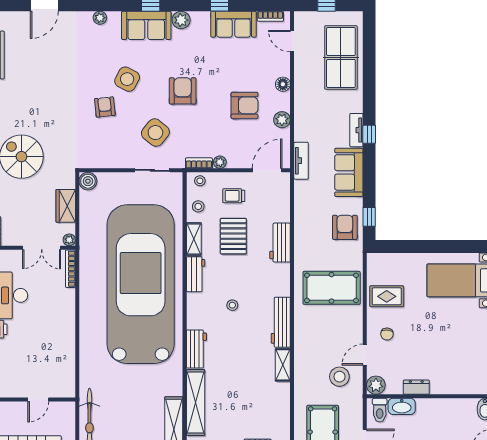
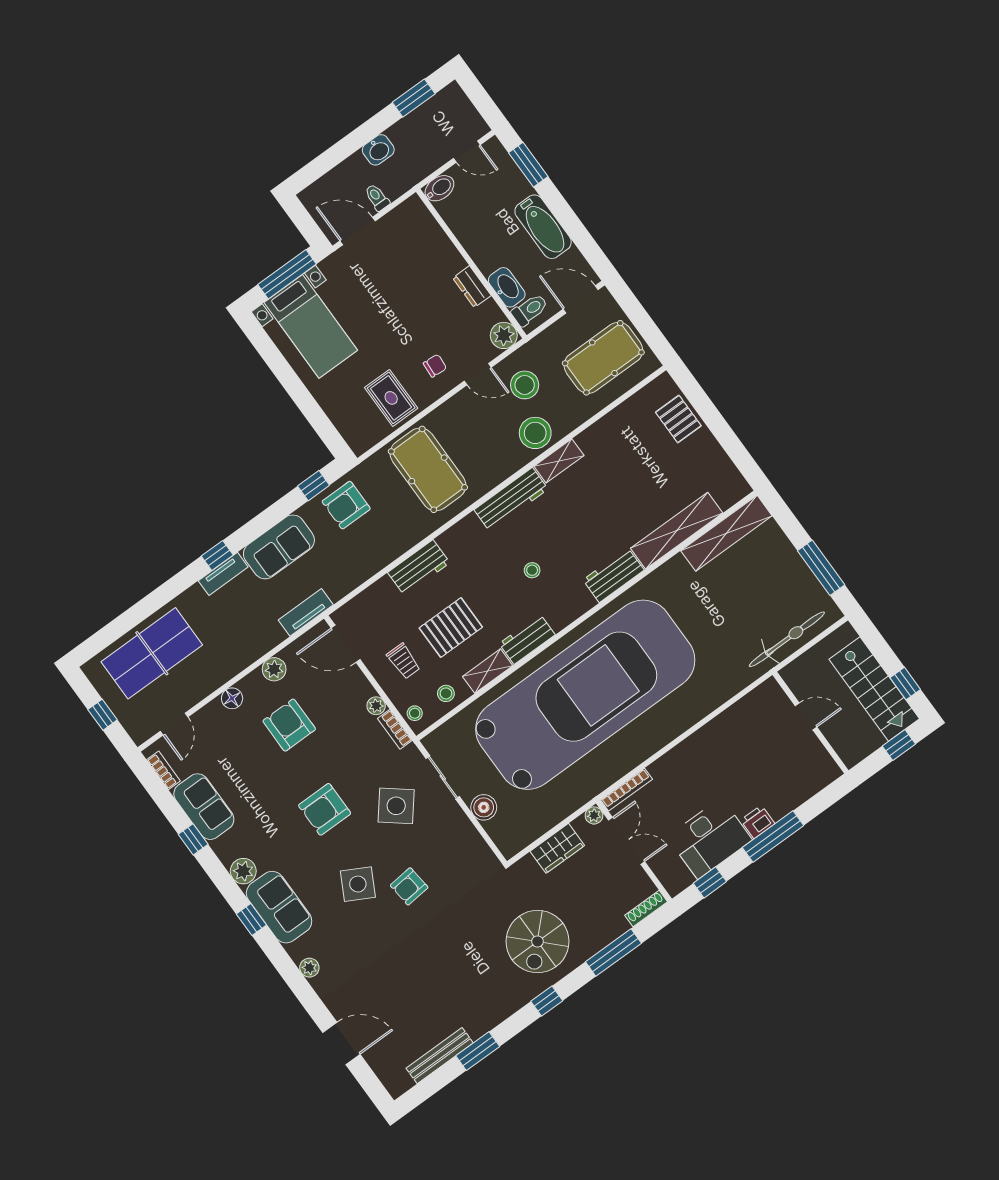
boiler: (88, 181) -> (484, 807), moved
car: (141, 284) -> (585, 695), turned 180
stool: (308, 363) -> (535, 433), added

